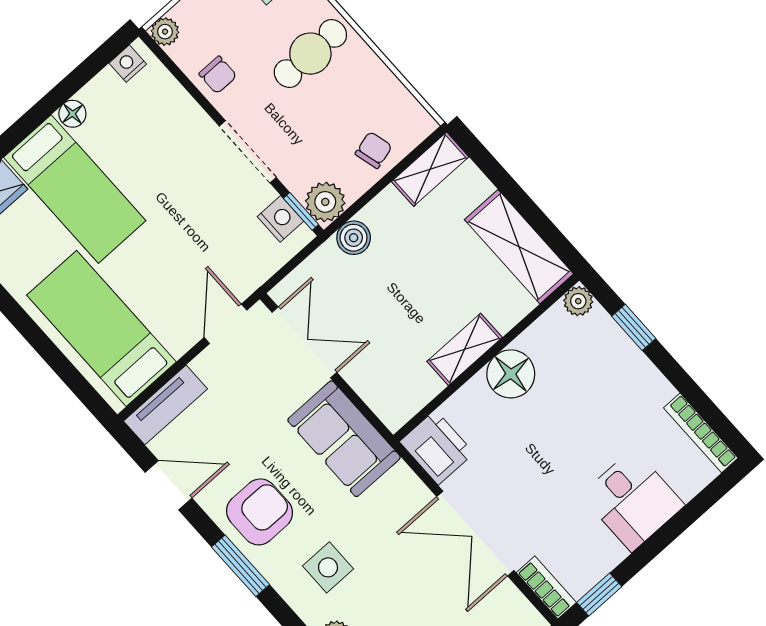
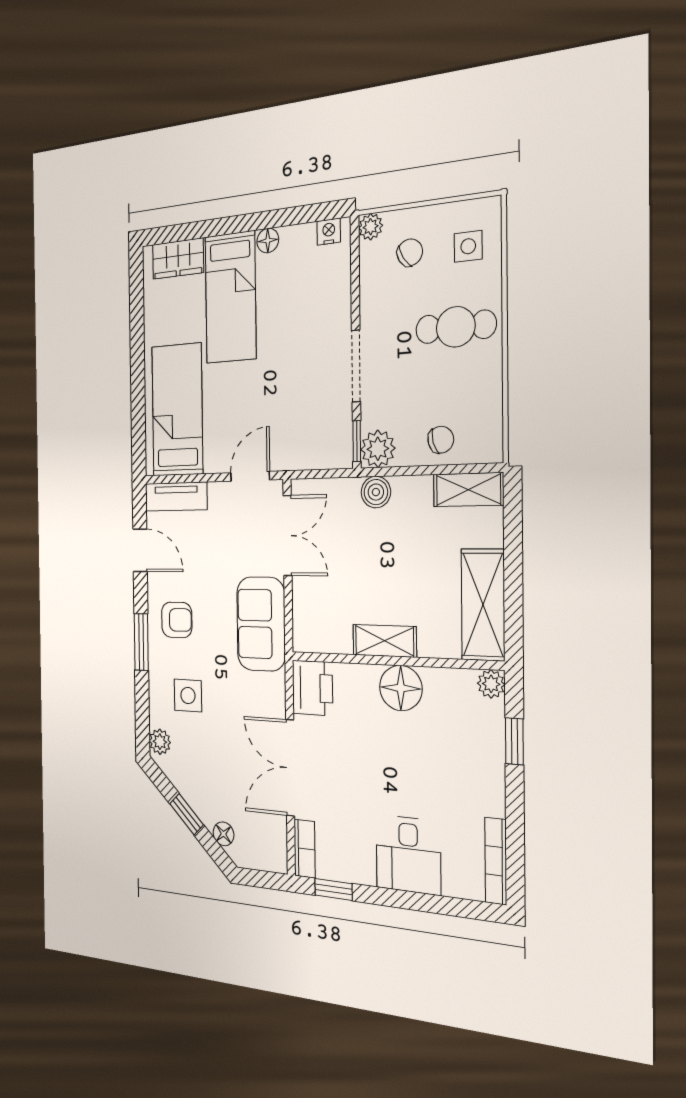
chair: (218, 75) -> (410, 252), moved, turned -122
nightstand: (280, 219) -> (339, 434), removed
armchair: (260, 512) -> (177, 620), width x0.72, depth x0.72

